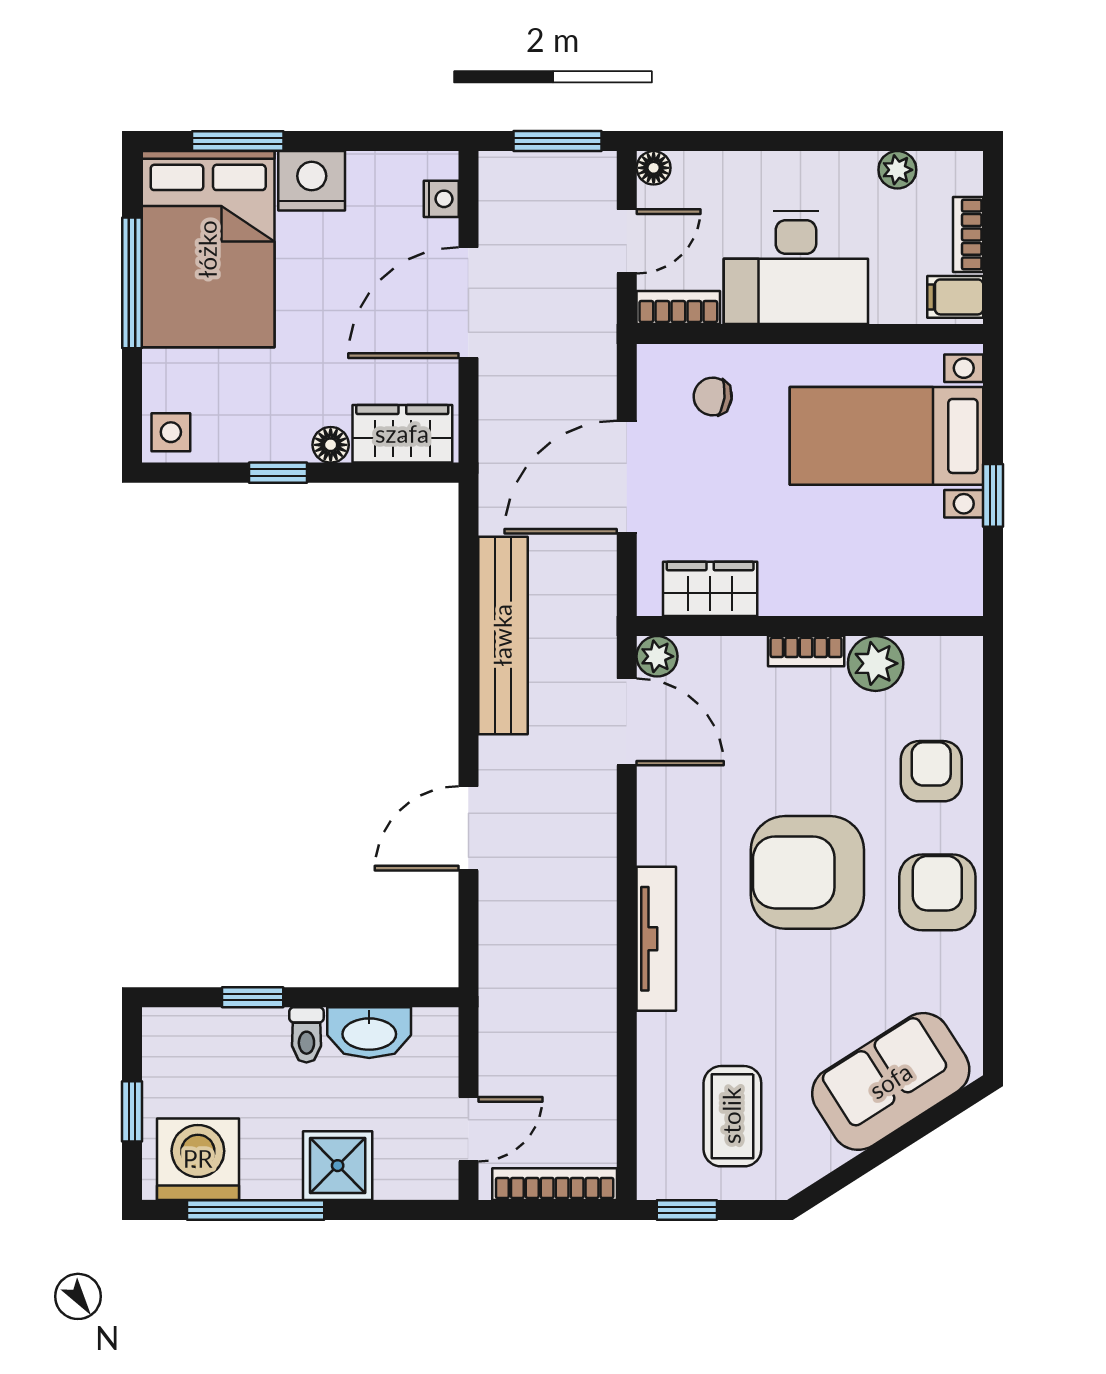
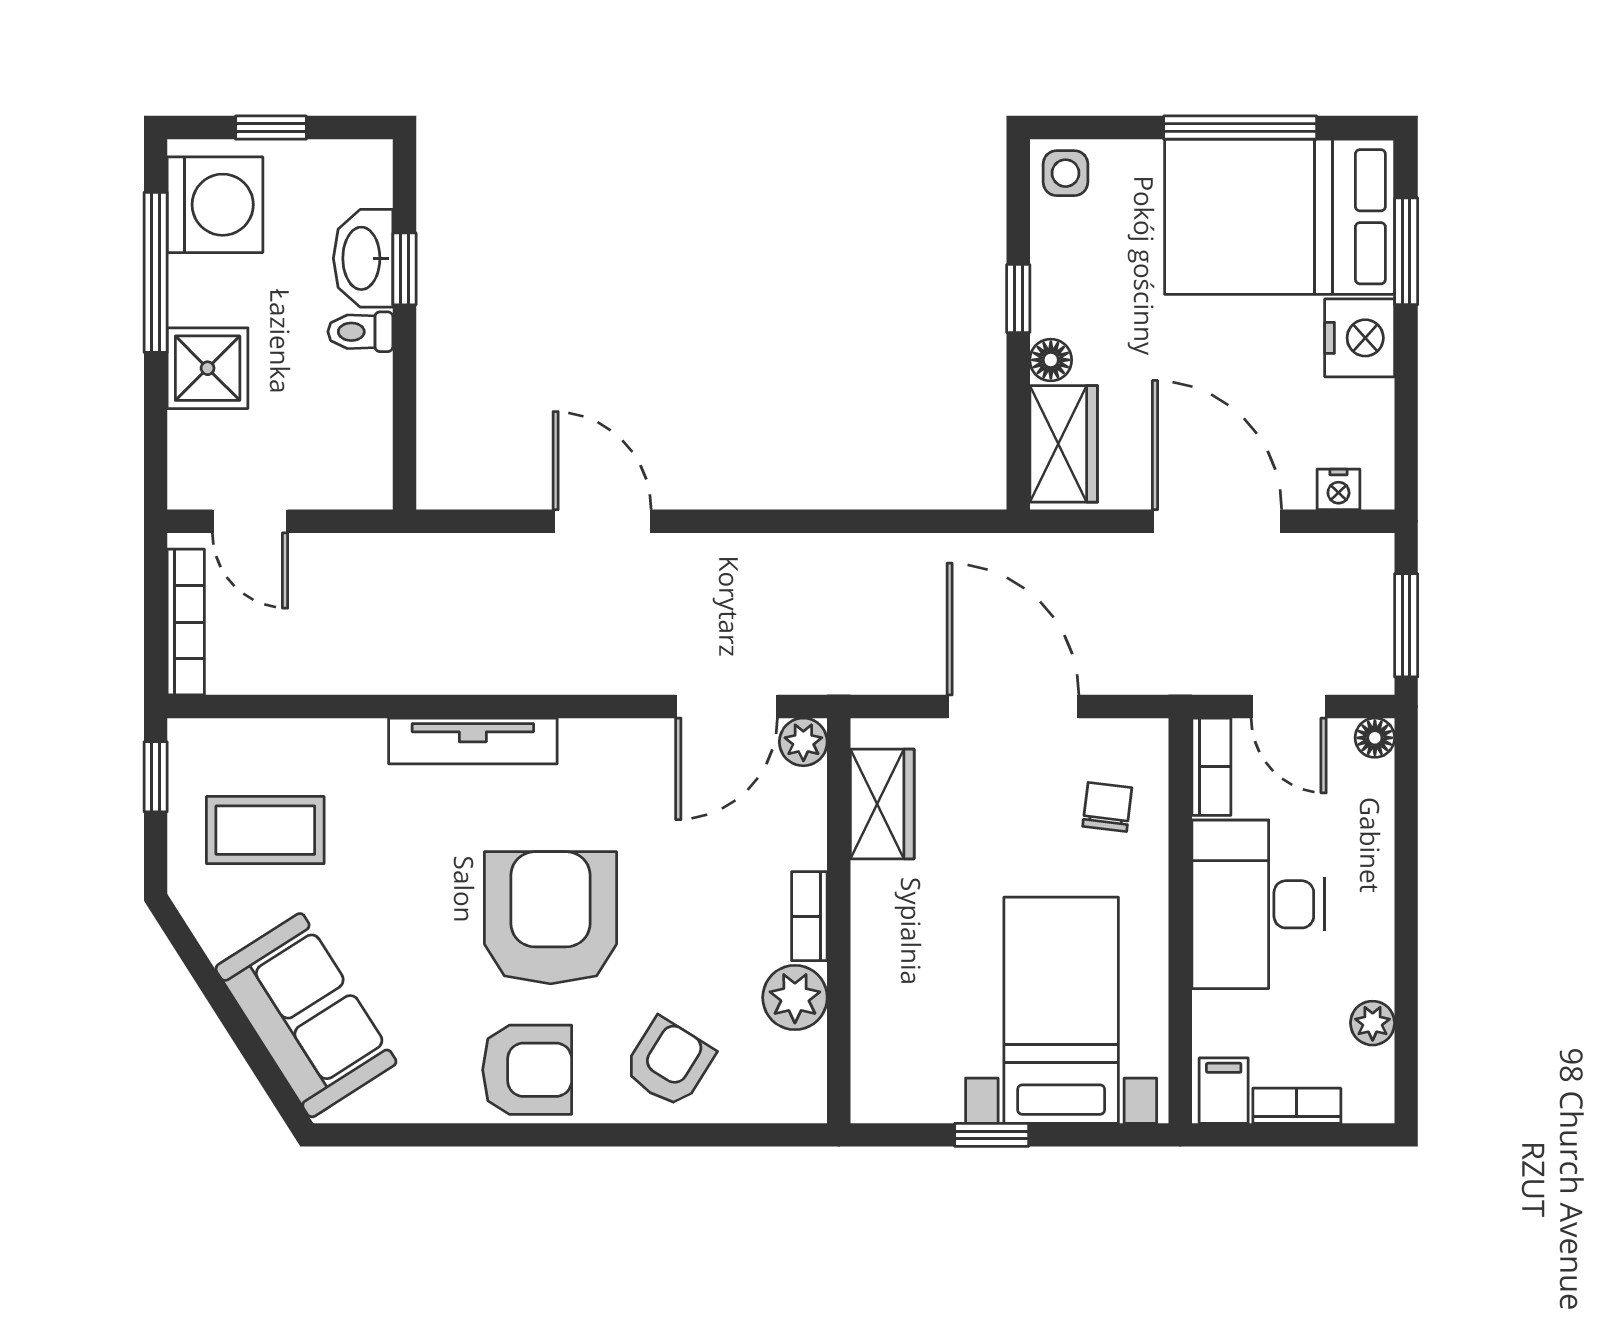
bench: (503, 635) -> (828, 562), removed
armchair: (931, 771) -> (669, 1063), turned -58
washbasin: (369, 1033) -> (363, 258), moved

